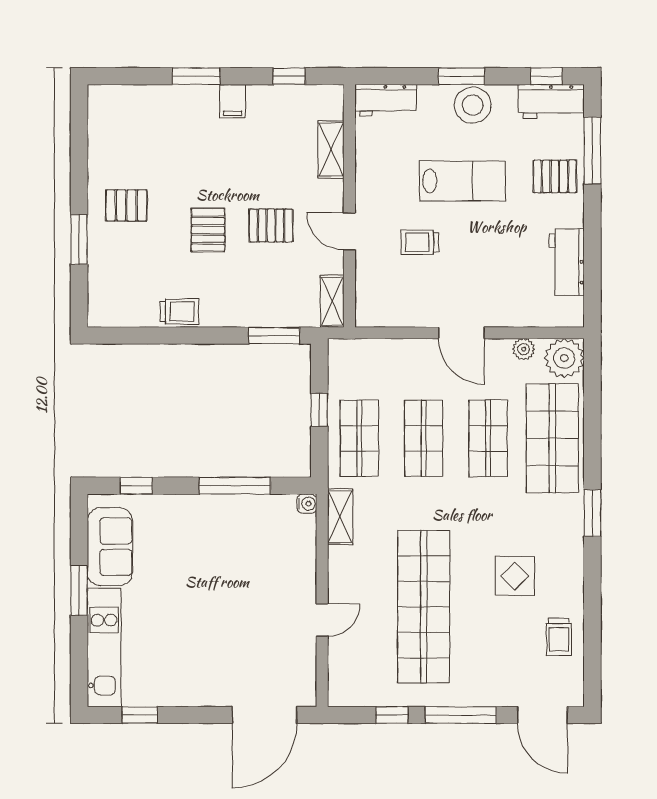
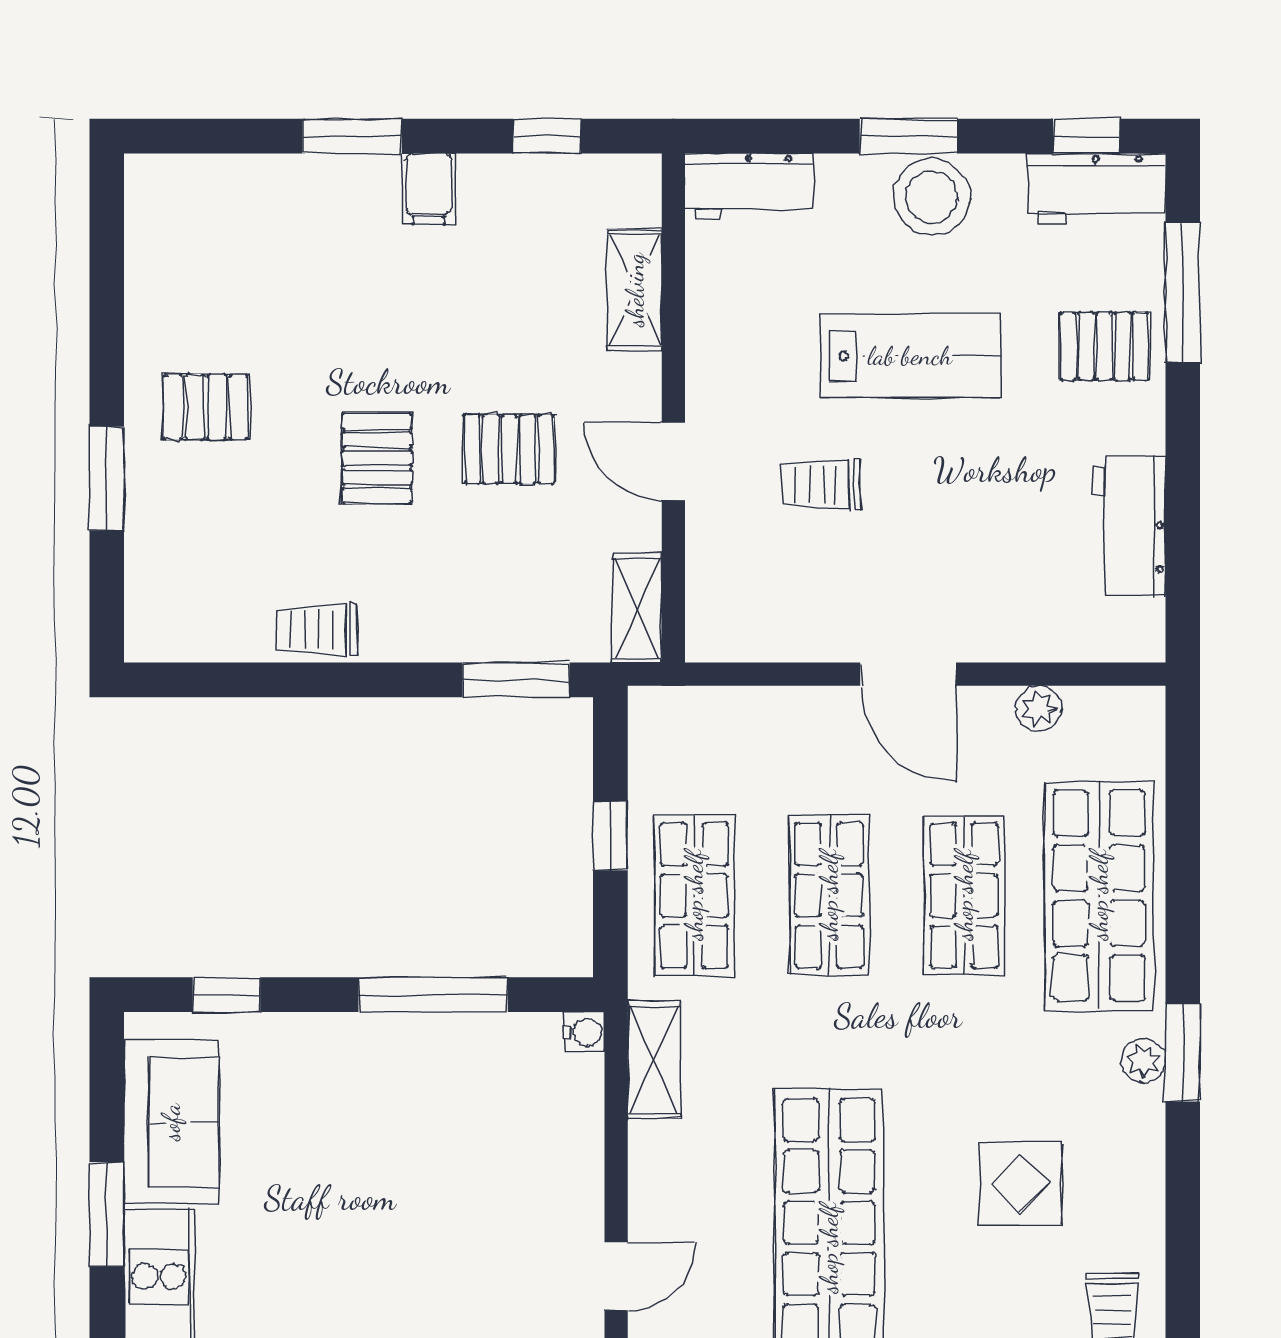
trolley: (179, 312) -> (317, 630), turned 180
plant: (564, 358) -> (1143, 1061), moved, width x0.53, depth x0.53

